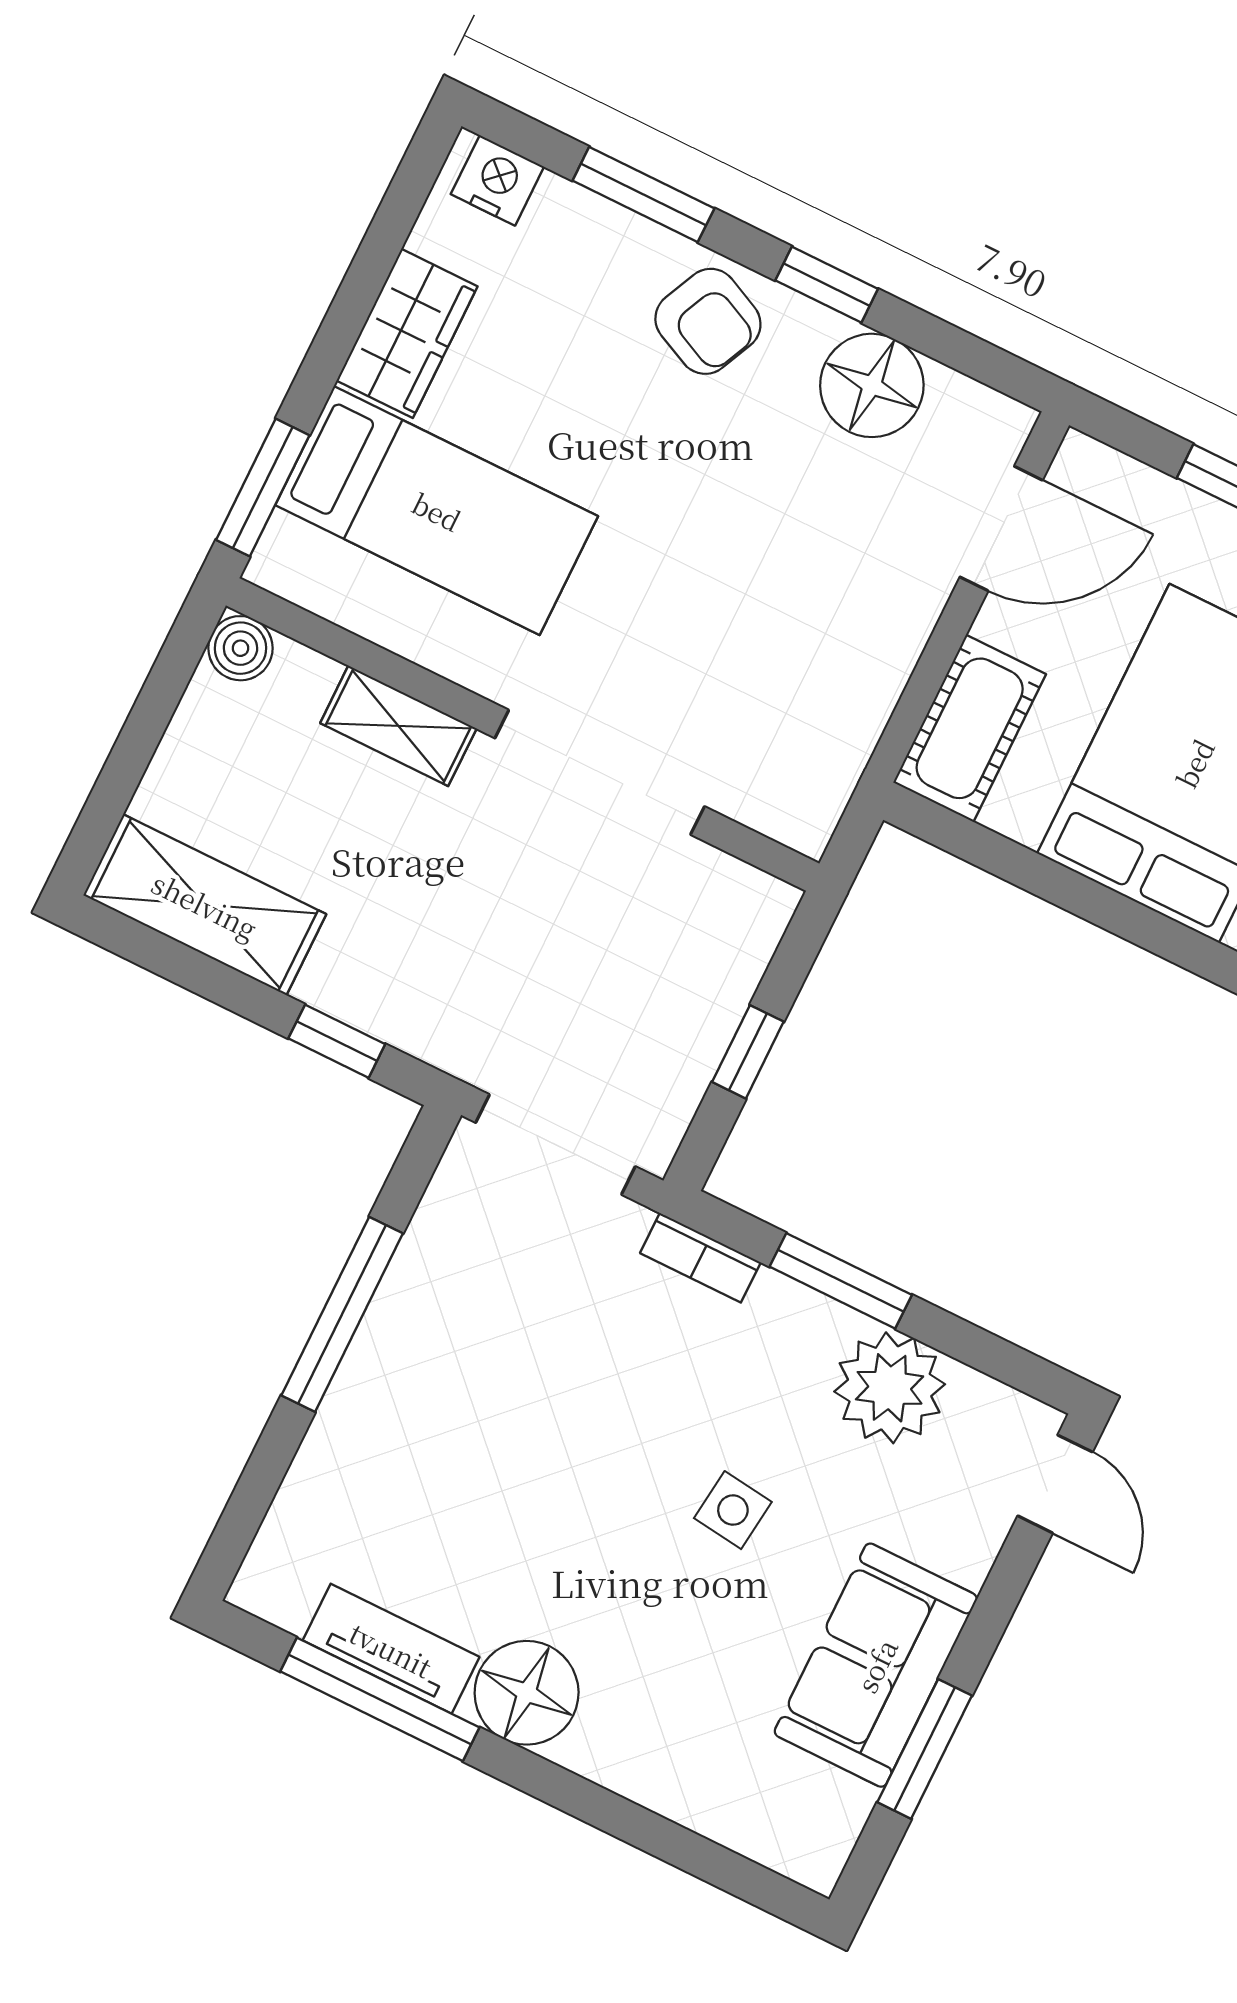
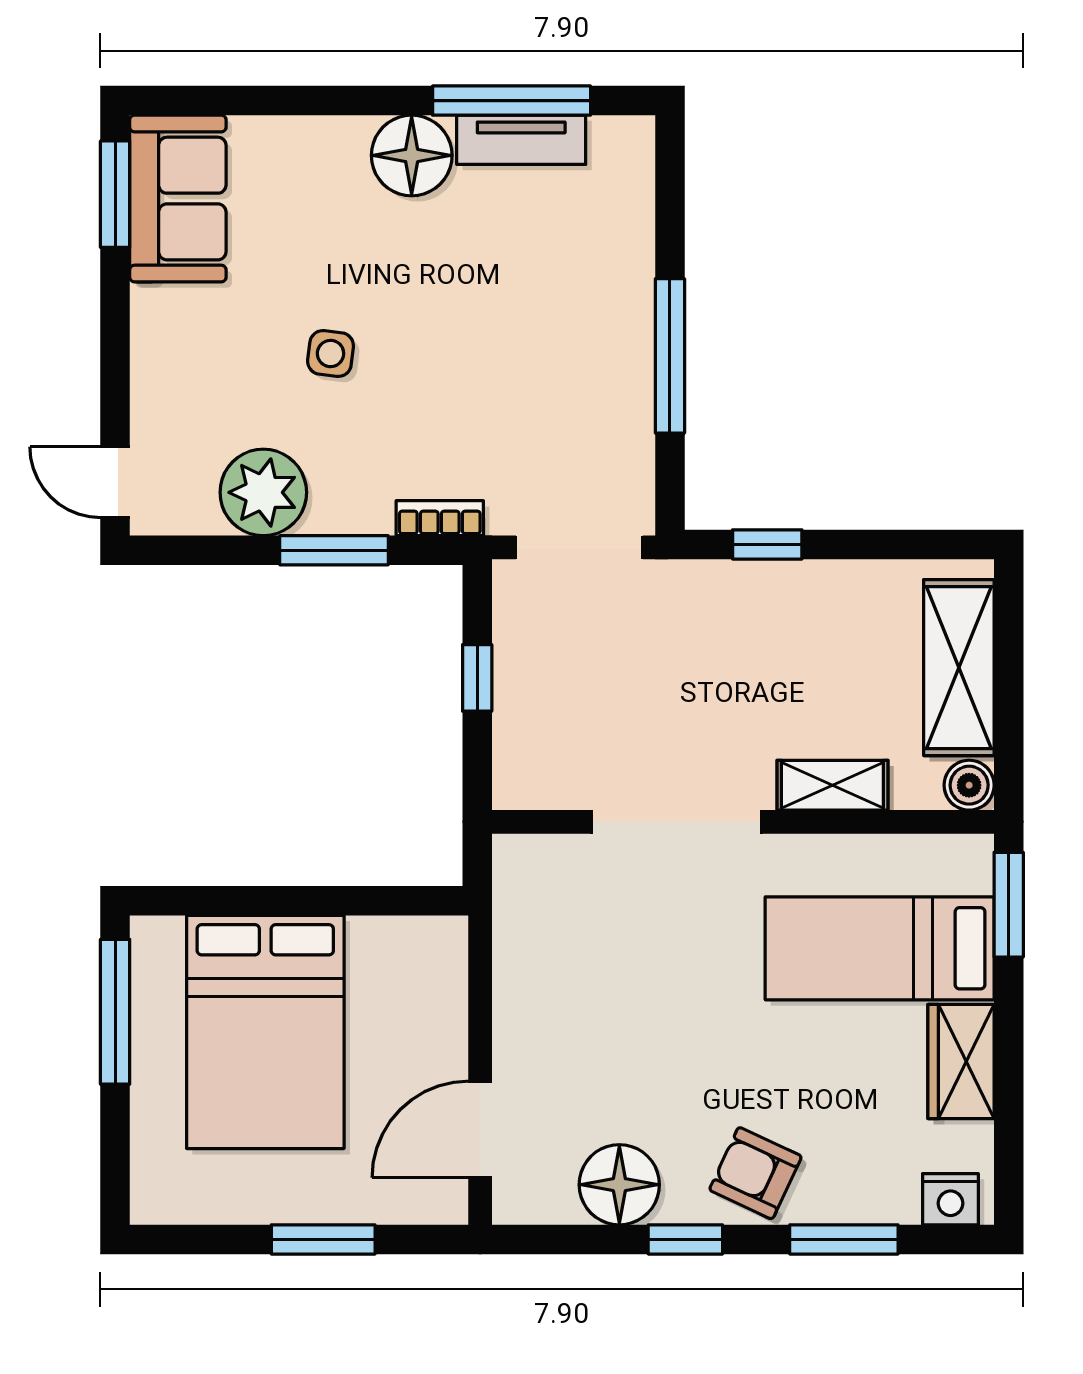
cot: (970, 728) -> (434, 979), removed
shelving: (205, 905) -> (959, 668), moved, turned 90
sofa: (876, 1665) -> (178, 199), moved
window: (925, 1749) -> (115, 194), moved

